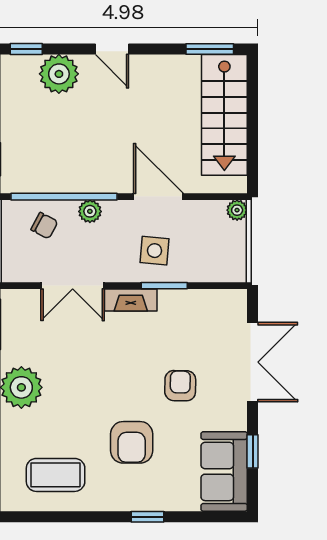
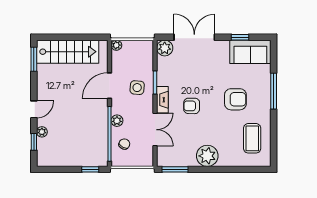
window: (26, 49) -> (34, 142), moved
plant: (59, 74) -> (42, 132), width x0.53, depth x0.53
plant: (232, 304) -> (165, 48), added
armchair: (180, 386) -> (192, 106), moved
window: (148, 517) -> (274, 91), width x2.17

